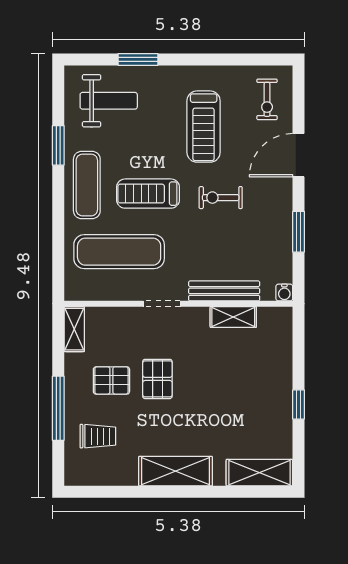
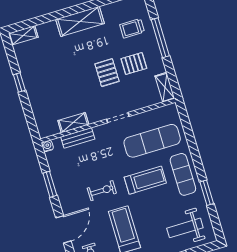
bench: (224, 291) -> (78, 138), width x0.73
shelving: (259, 473) -> (23, 35), width x0.67, depth x0.75

